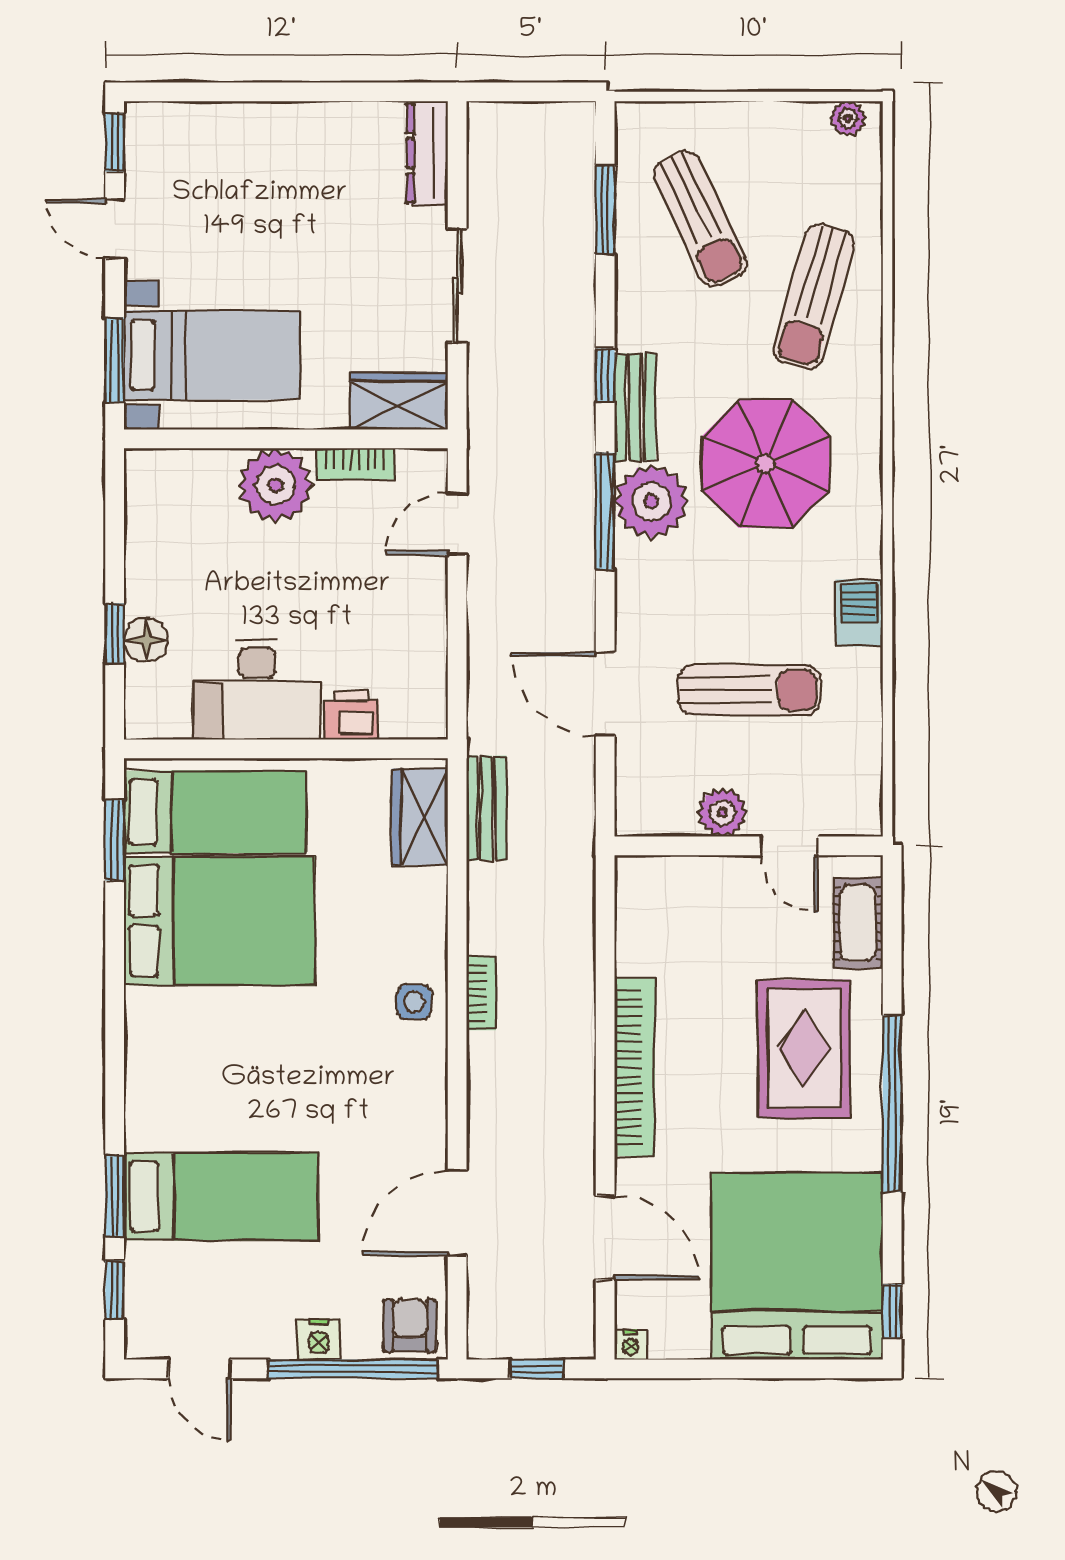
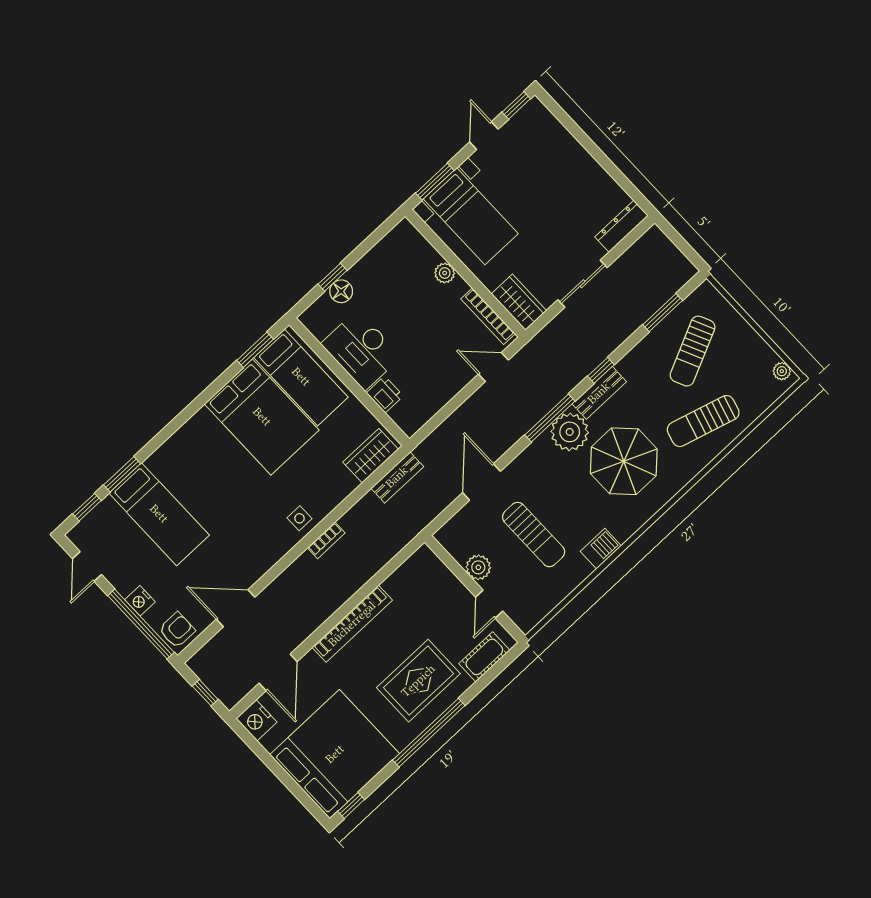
bookcase: (355, 464) -> (488, 316), width x1.56
plant: (275, 485) -> (445, 273), width x0.53, depth x0.53
nightstand: (630, 1345) -> (256, 720), width x1.89, depth x1.79

